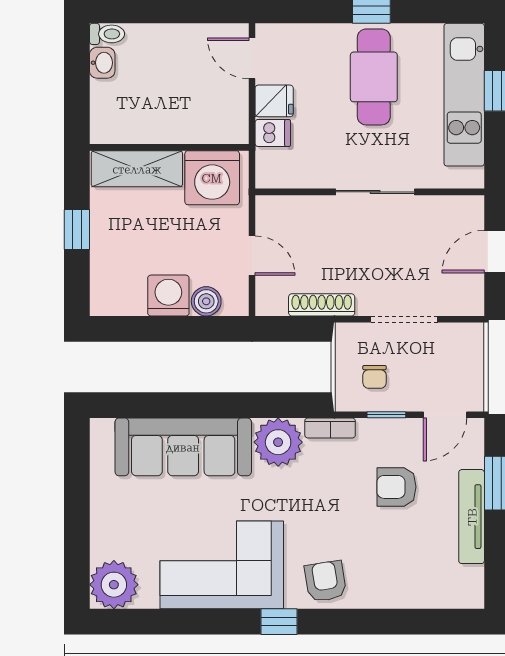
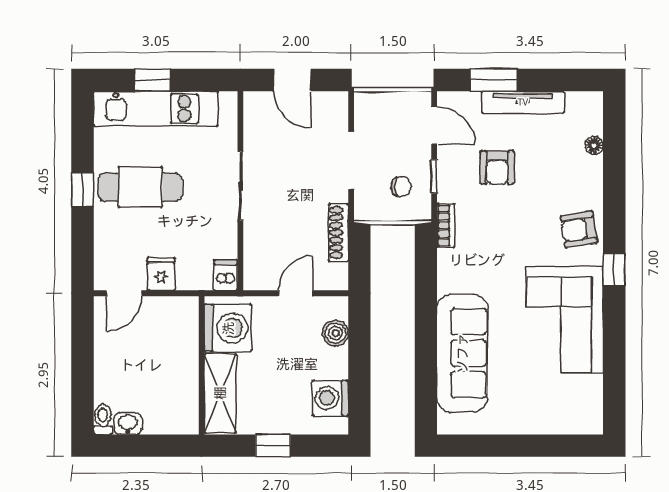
dishwasher: (273, 133) -> (226, 275), moved
washing machine: (168, 296) -> (330, 398), moved
plant: (278, 442) -> (458, 271), removed
plant: (114, 585) -> (582, 413), removed
floor lamp: (422, 598) -> (594, 145), added

